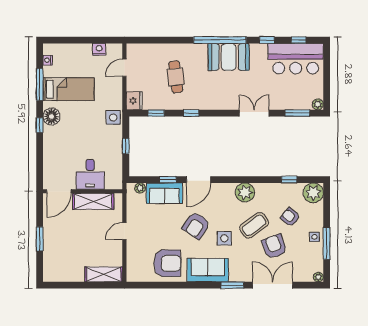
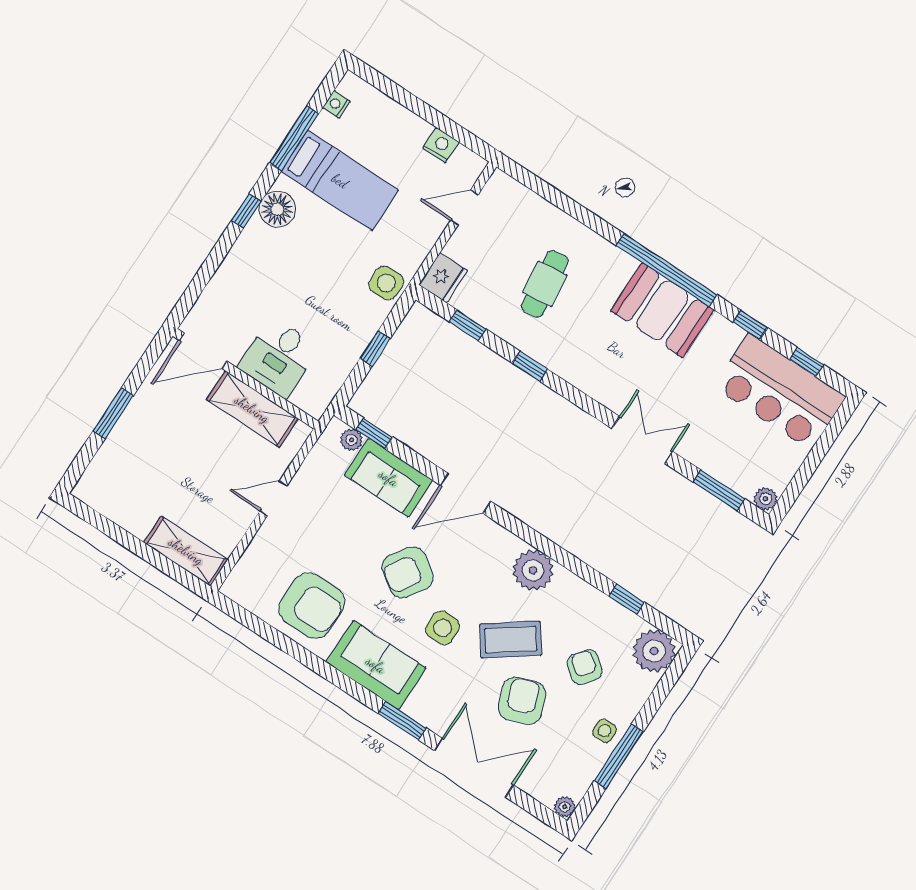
window: (168, 180) -> (374, 433), moved

